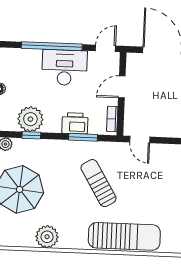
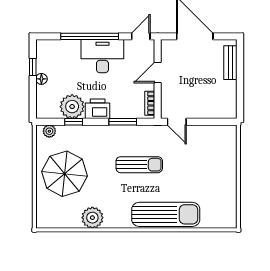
printer: (75, 123) -> (98, 109), moved
sun lounger: (99, 183) -> (139, 165), turned 121

